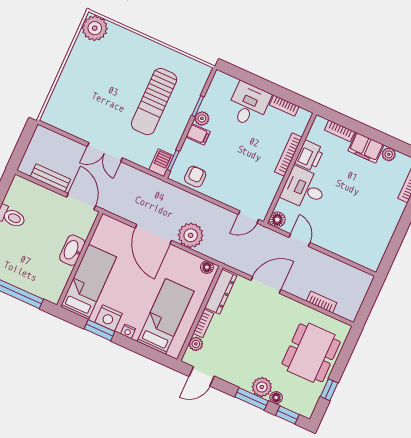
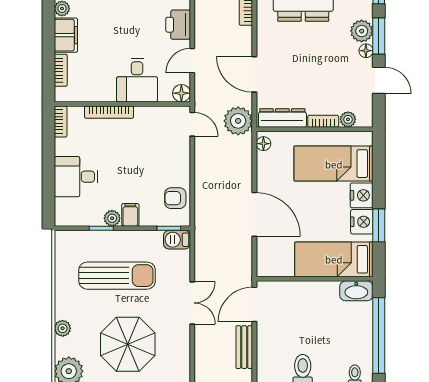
plant: (131, 39) -> (63, 328), added
parasol: (95, 85) -> (128, 344), added
bookcase: (284, 106) -> (61, 122), moved
printer: (309, 156) -> (178, 25), moved, turned -90
door: (153, 234) -> (254, 214), hinge flipped
plant: (191, 235) -> (238, 121), moved
washbasin: (72, 250) -> (356, 291), moved
nightstand: (128, 331) -> (362, 195), width x1.89, depth x1.79
door: (202, 376) -> (379, 80), moved
floor lamp: (276, 398) -> (366, 51), moved

